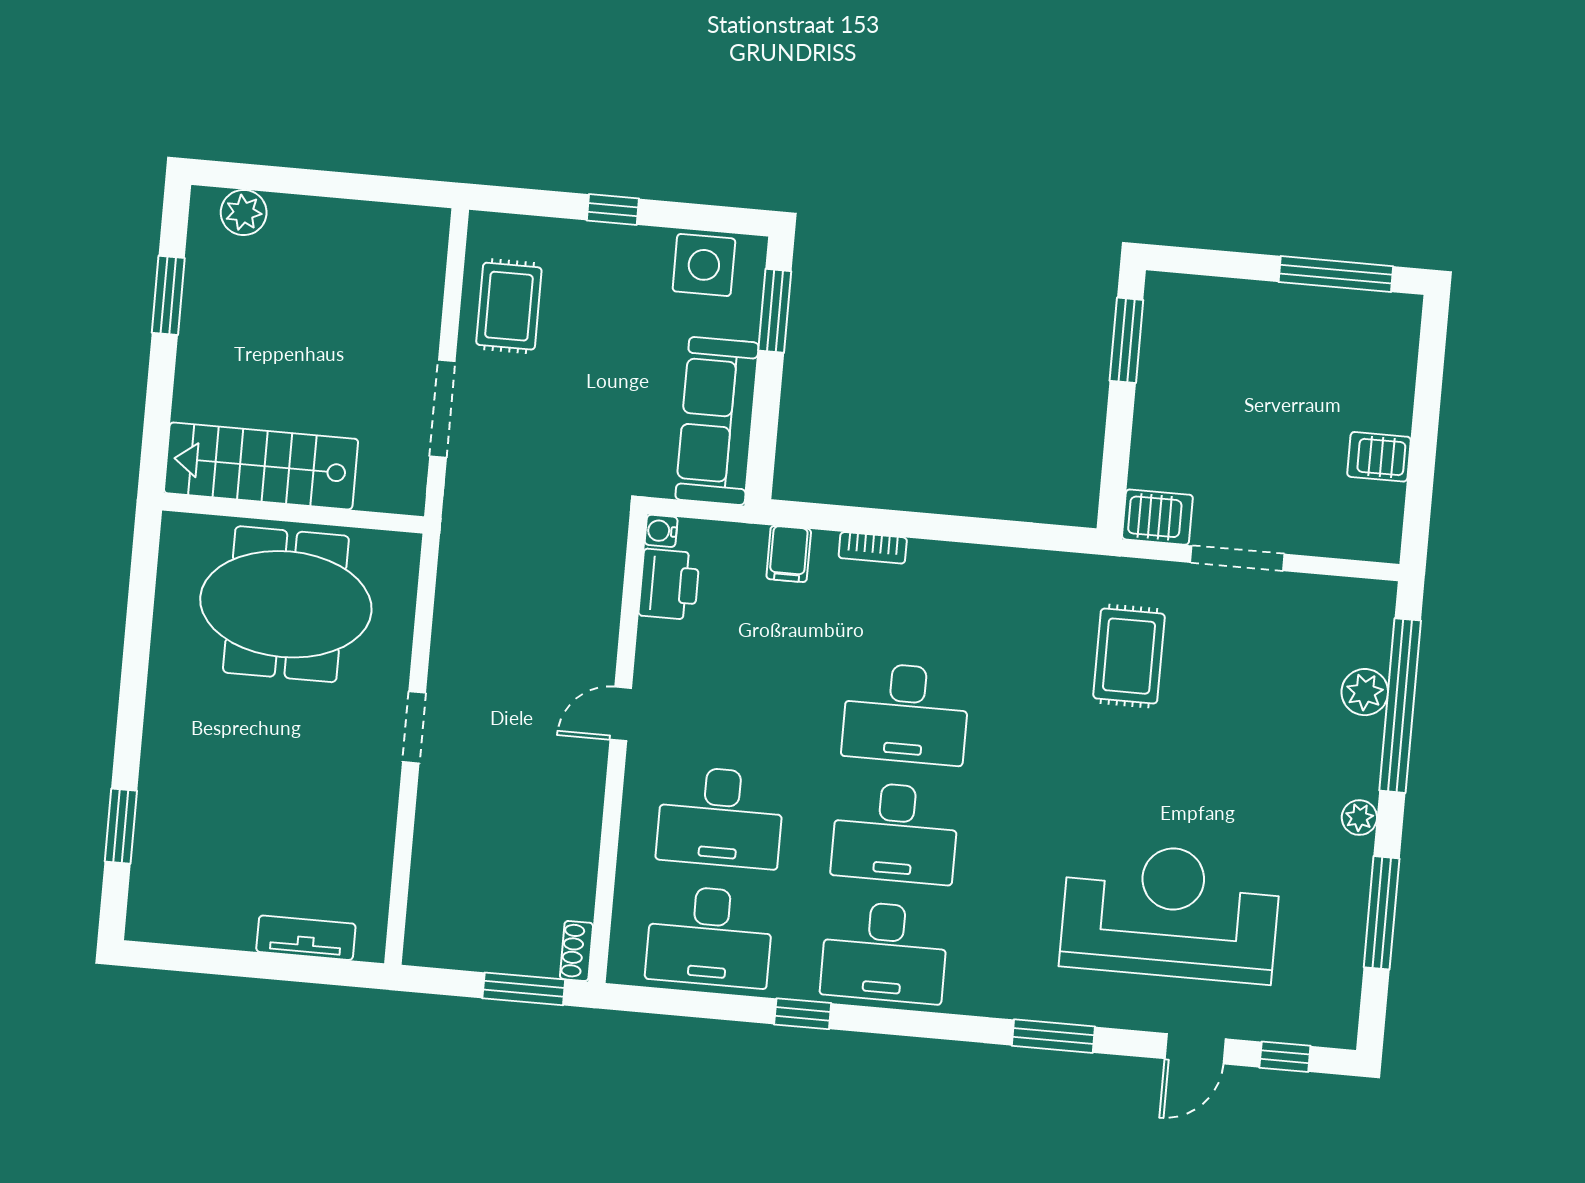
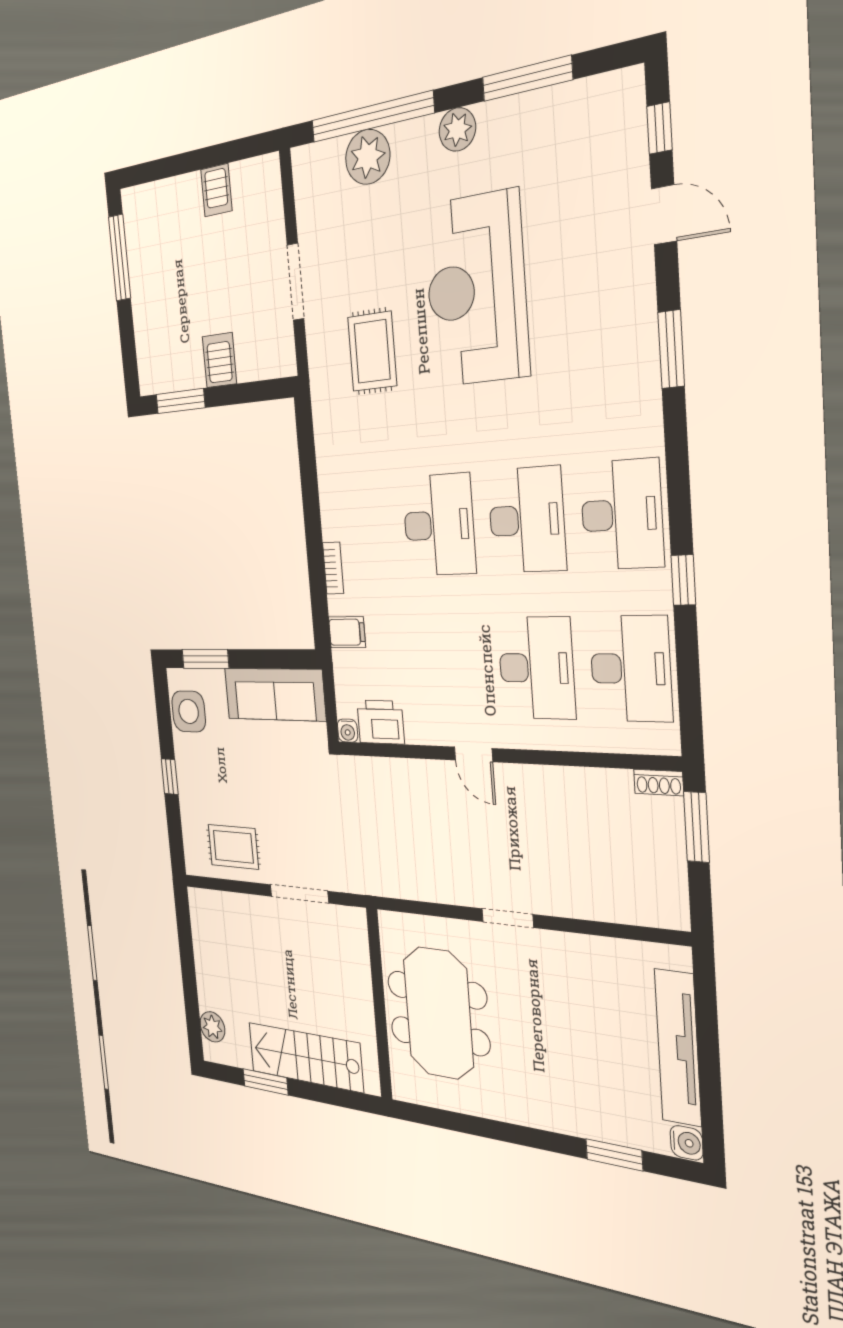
stairs: (261, 466) -> (305, 1057), moved, turned 90
server rack: (1157, 517) -> (219, 360), moved
rug: (1129, 656) -> (372, 351), turned 90
plant: (1365, 692) -> (368, 157), width x1.36, depth x1.36
plant: (1359, 818) -> (457, 129), width x1.38, depth x1.38
reception desk: (1170, 912) -> (476, 290), moved
water cooler: (147, 922) -> (687, 1143), added
tv unit: (306, 938) -> (678, 1048), width x1.92, depth x1.29

